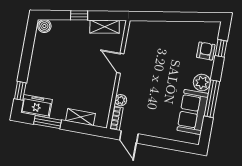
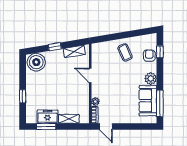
boiler: (44, 26) -> (36, 62), width x1.86, depth x1.86
coffee table: (173, 41) -> (125, 52), added
window: (20, 91) -> (23, 96), moved
window: (212, 99) -> (160, 103), moved
freezer: (36, 106) -> (48, 117), moved

